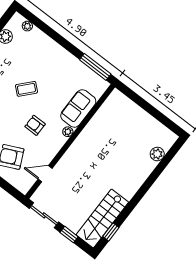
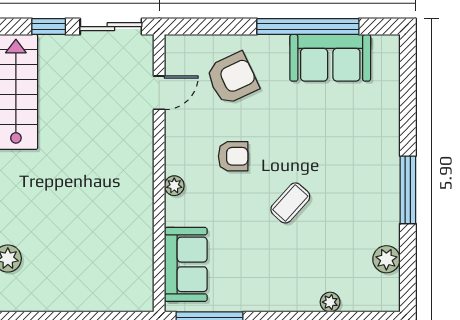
plant: (27, 26) -> (330, 302), moved
sofa: (78, 108) -> (186, 264), moved

